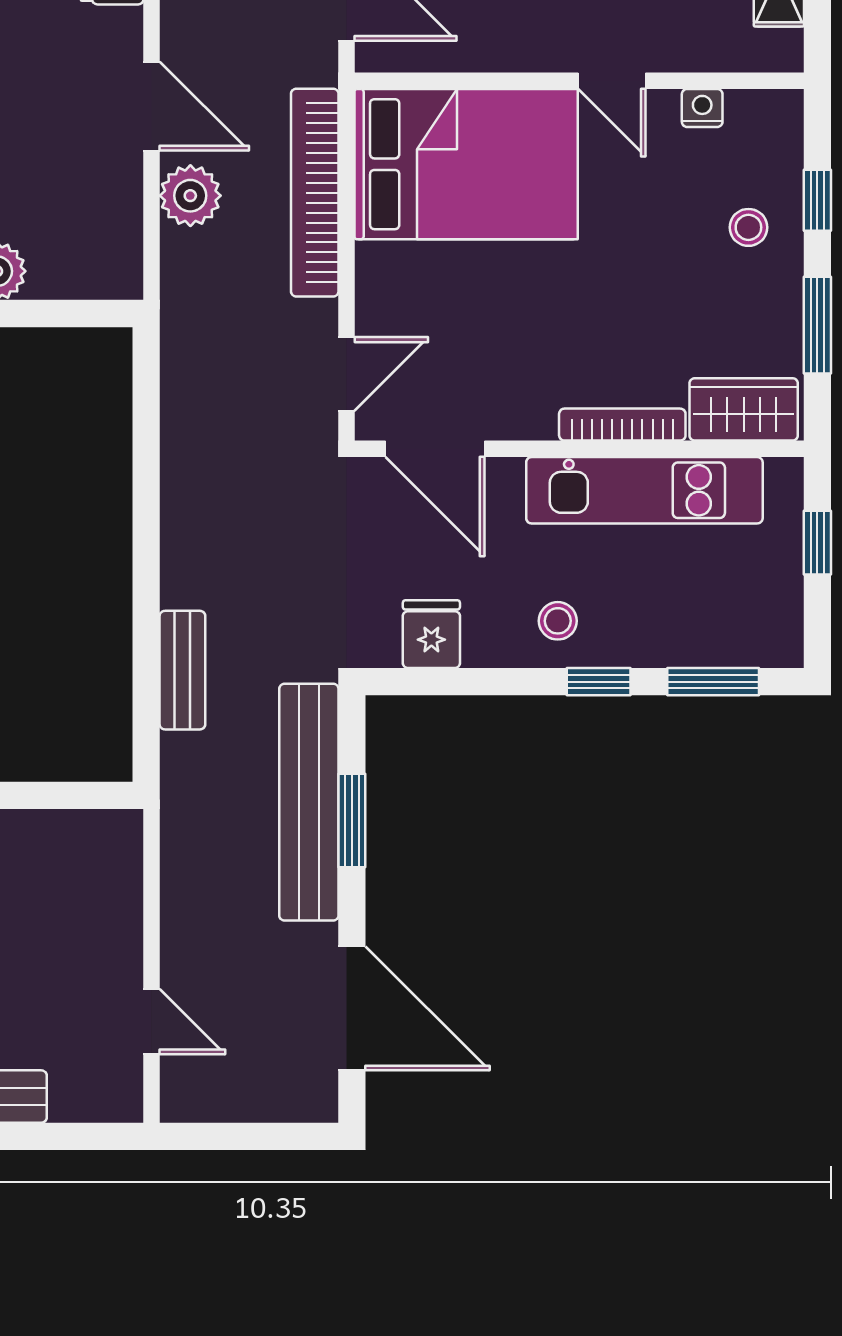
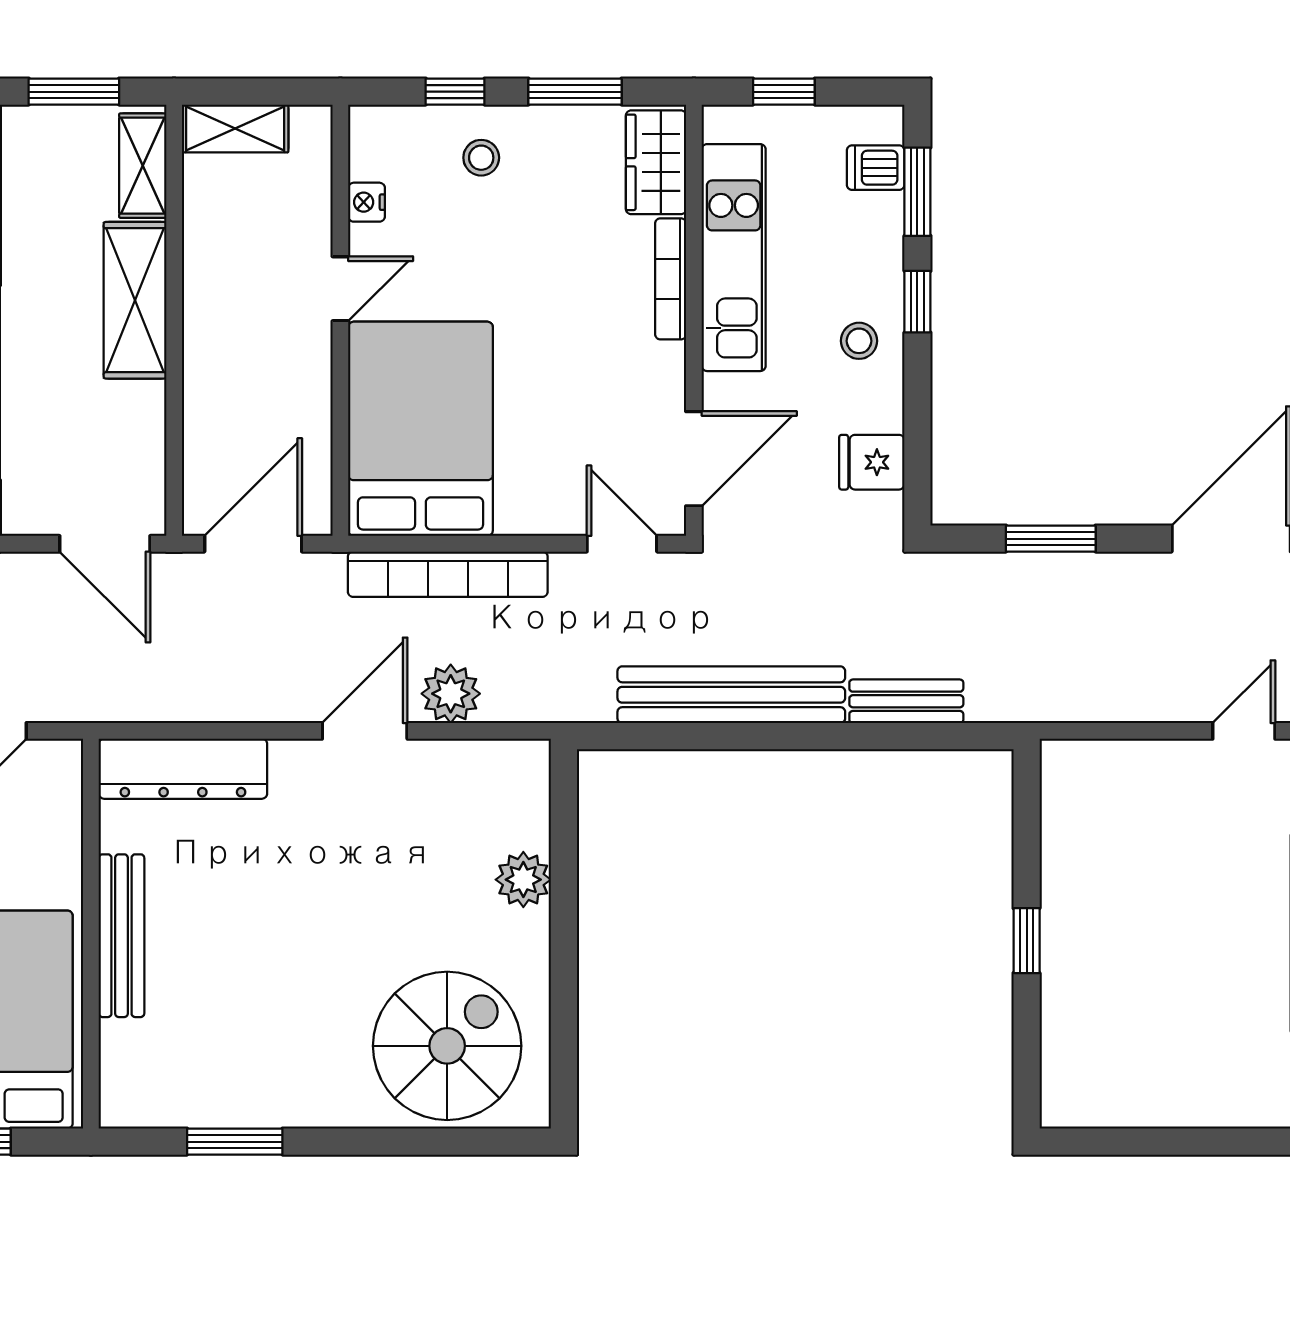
dishwasher: (738, 638) -> (876, 168), added
bench: (309, 802) -> (731, 695), moved

